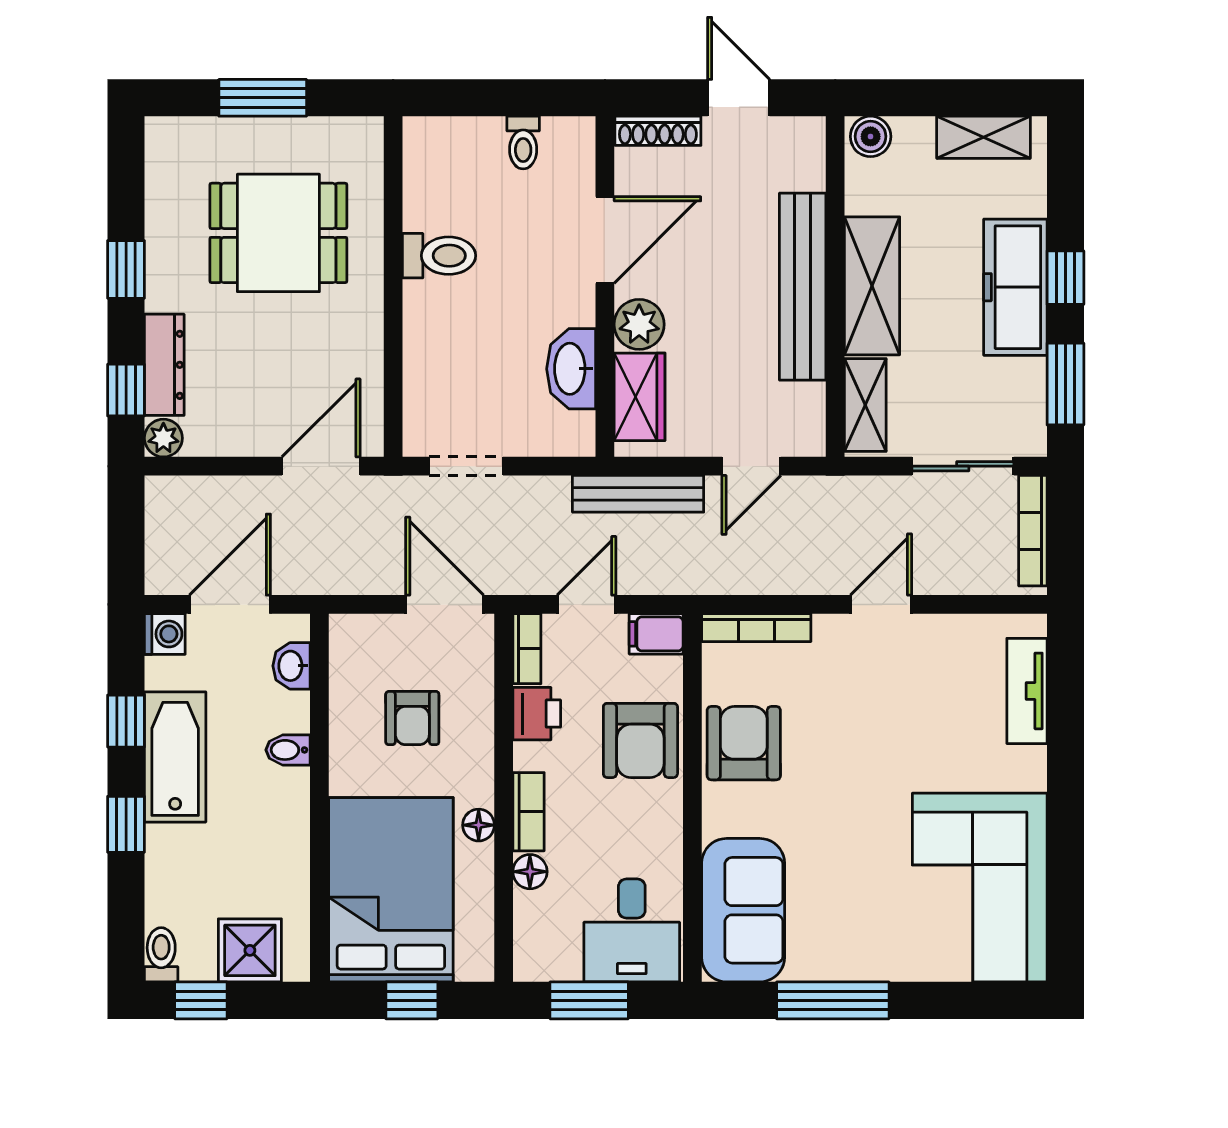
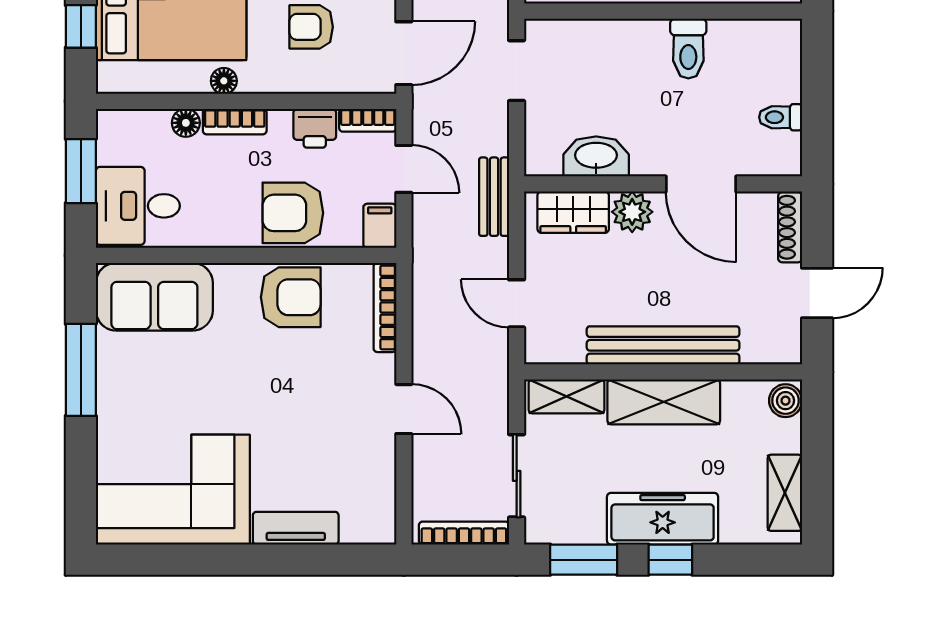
bench: (638, 494) -> (494, 197), width x0.73
tv unit: (1027, 691) -> (296, 528), moved

